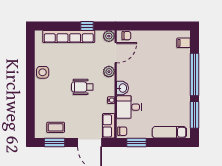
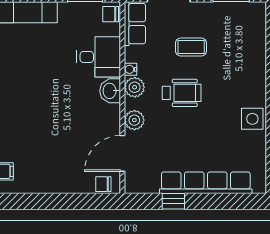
plant: (109, 36) -> (135, 87), moved
coffee table: (56, 127) -> (191, 47), moved

